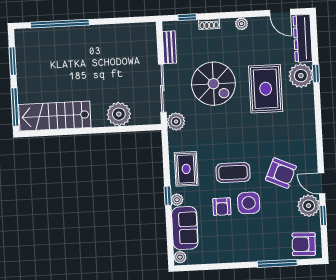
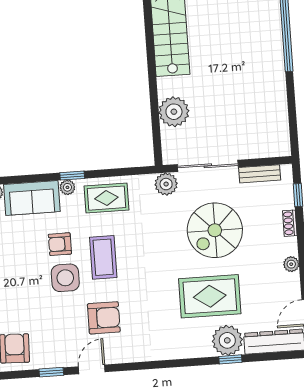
armchair: (281, 173) -> (104, 318), turned -114
plant: (309, 206) -> (63, 354), removed

